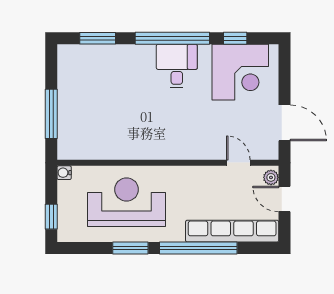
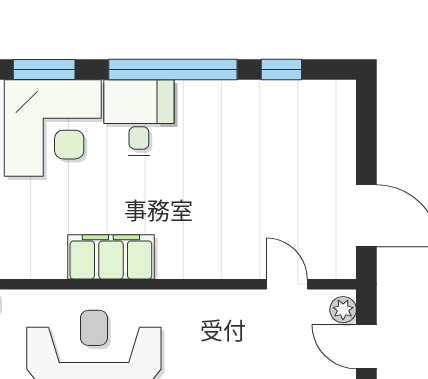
desk: (177, 66) -> (139, 118), moved
corner desk: (240, 72) -> (53, 128), moved
filing cabinet: (136, 147) -> (111, 257), added

